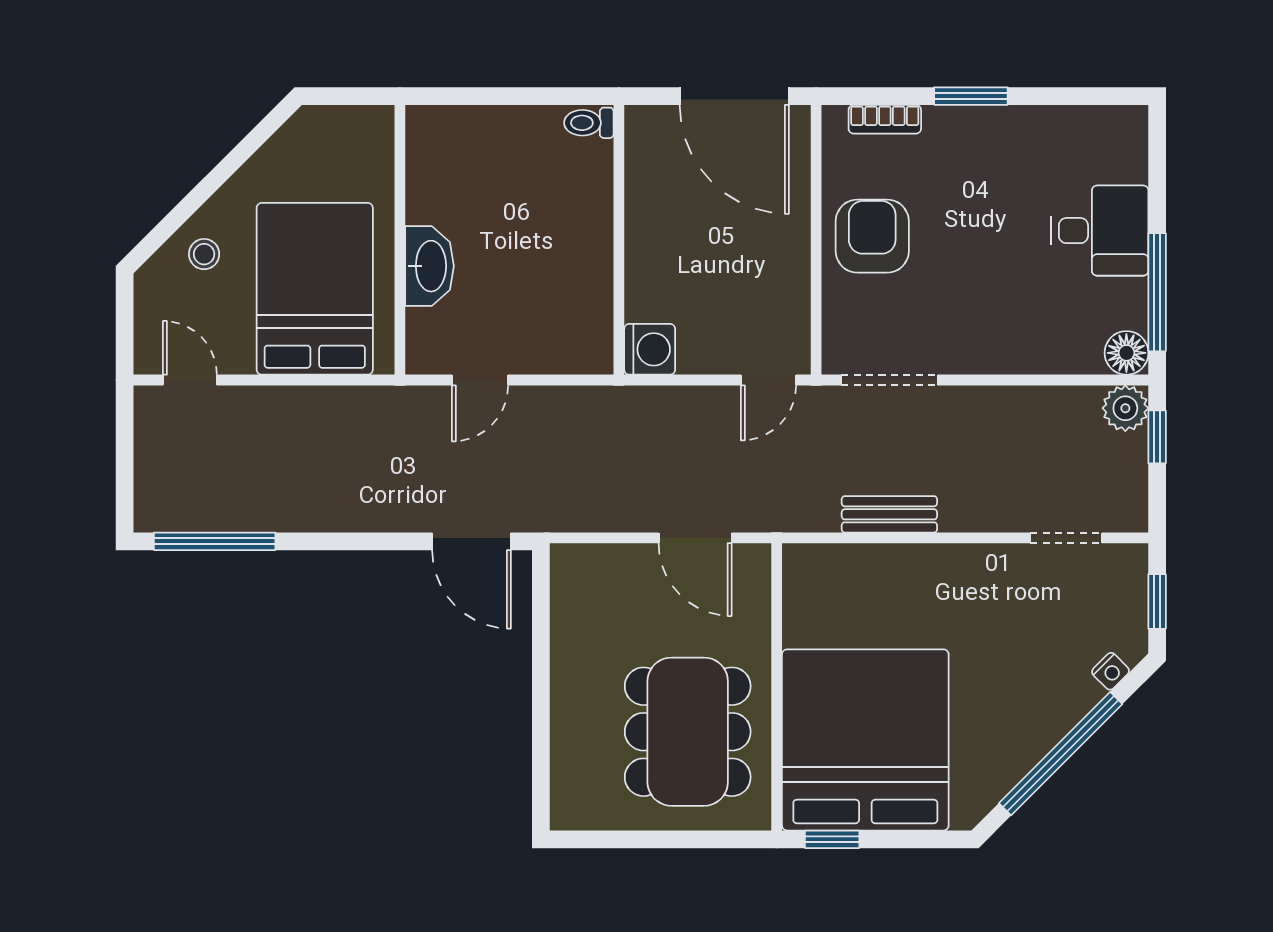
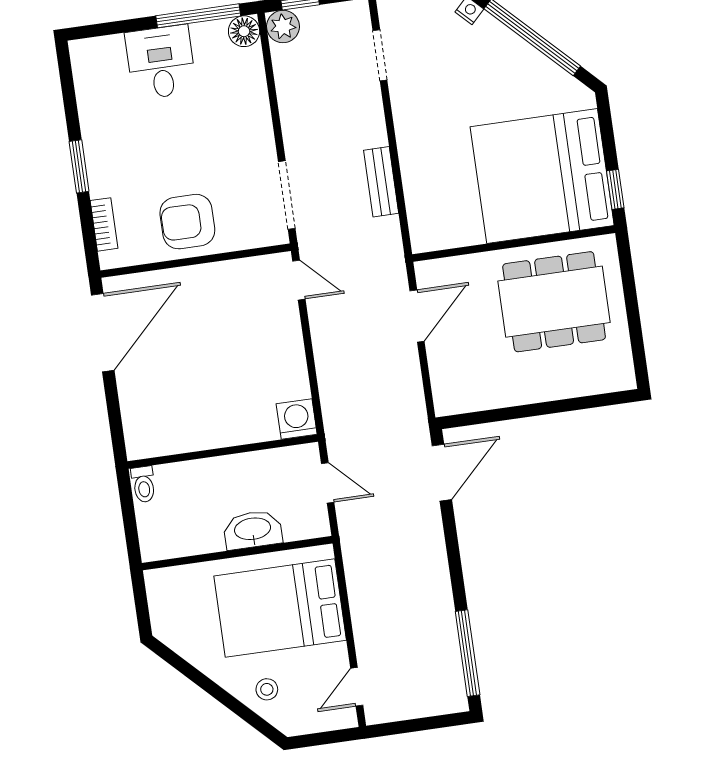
toilet: (589, 123) -> (144, 484), moved
wall: (619, 240) -> (223, 452), moved
washing machine: (650, 349) -> (297, 419), moved

